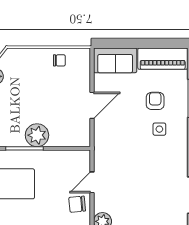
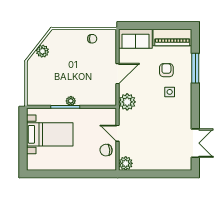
plant: (37, 135) -> (71, 101), width x0.53, depth x0.53
plant: (105, 142) -> (127, 102), added
door: (92, 182) -> (118, 133), hinge flipped

